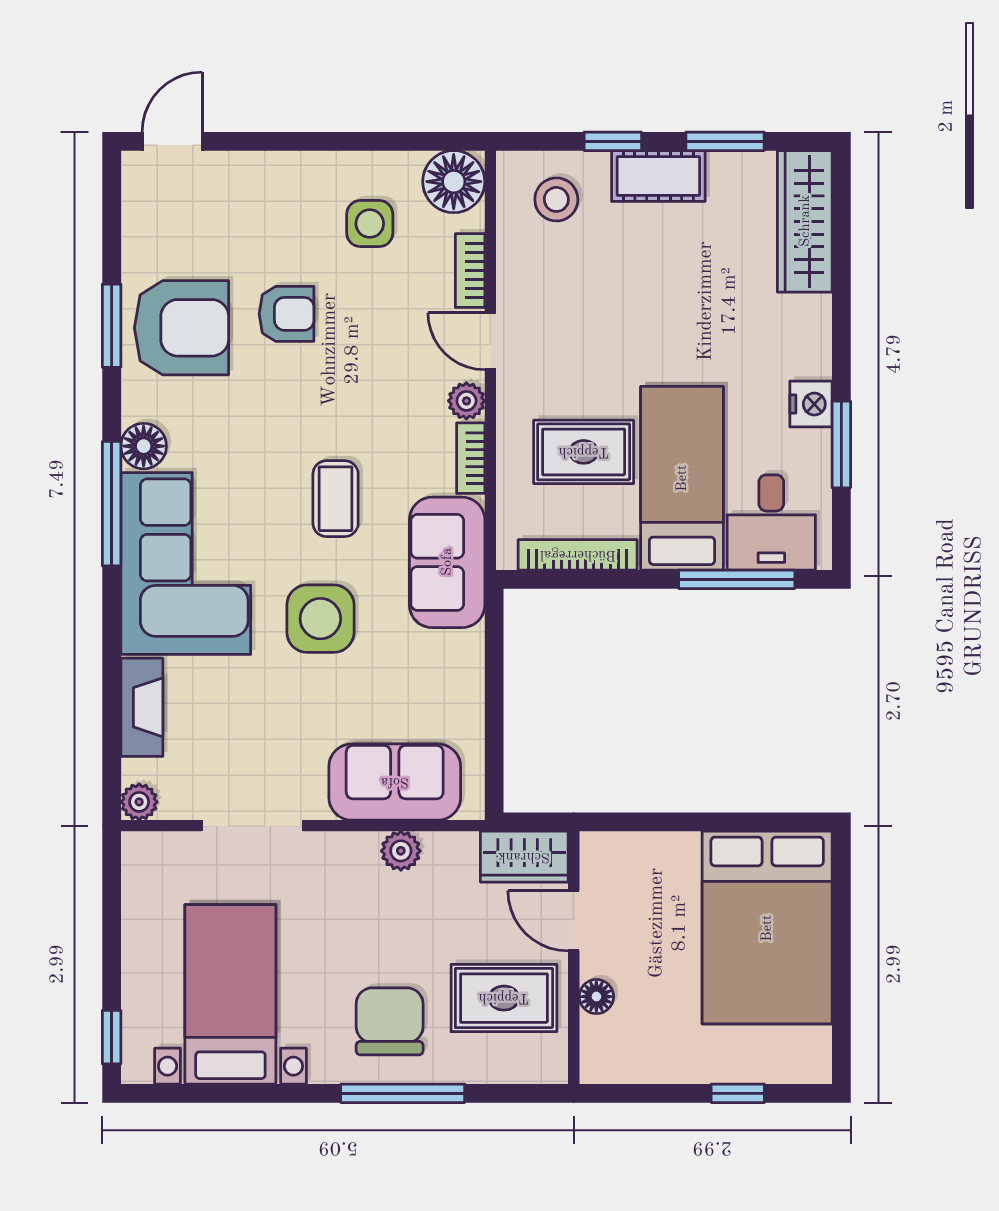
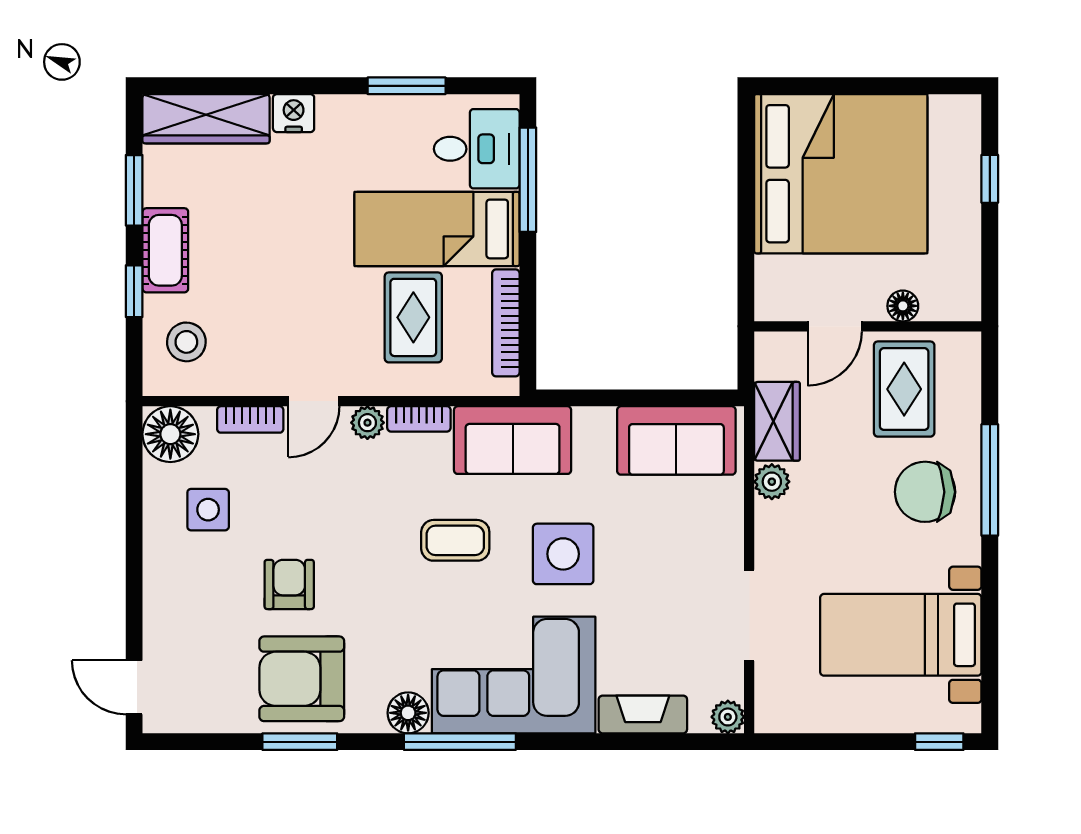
armchair: (181, 328) -> (302, 679), turned -90
nightstand: (811, 404) -> (294, 113), moved
sofa: (395, 782) -> (676, 440), moved, turned -90
wardrobe: (524, 857) -> (777, 421), moved
bed: (767, 928) -> (841, 174), width x1.36

